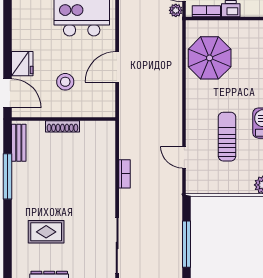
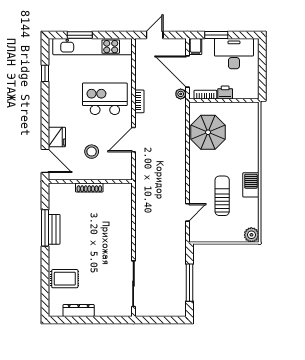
bench: (19, 143) -> (54, 229), moved
door: (184, 157) -> (187, 212), swing flipped
bookcase: (124, 174) -> (139, 101), moved
rug: (46, 232) -> (65, 279), moved

